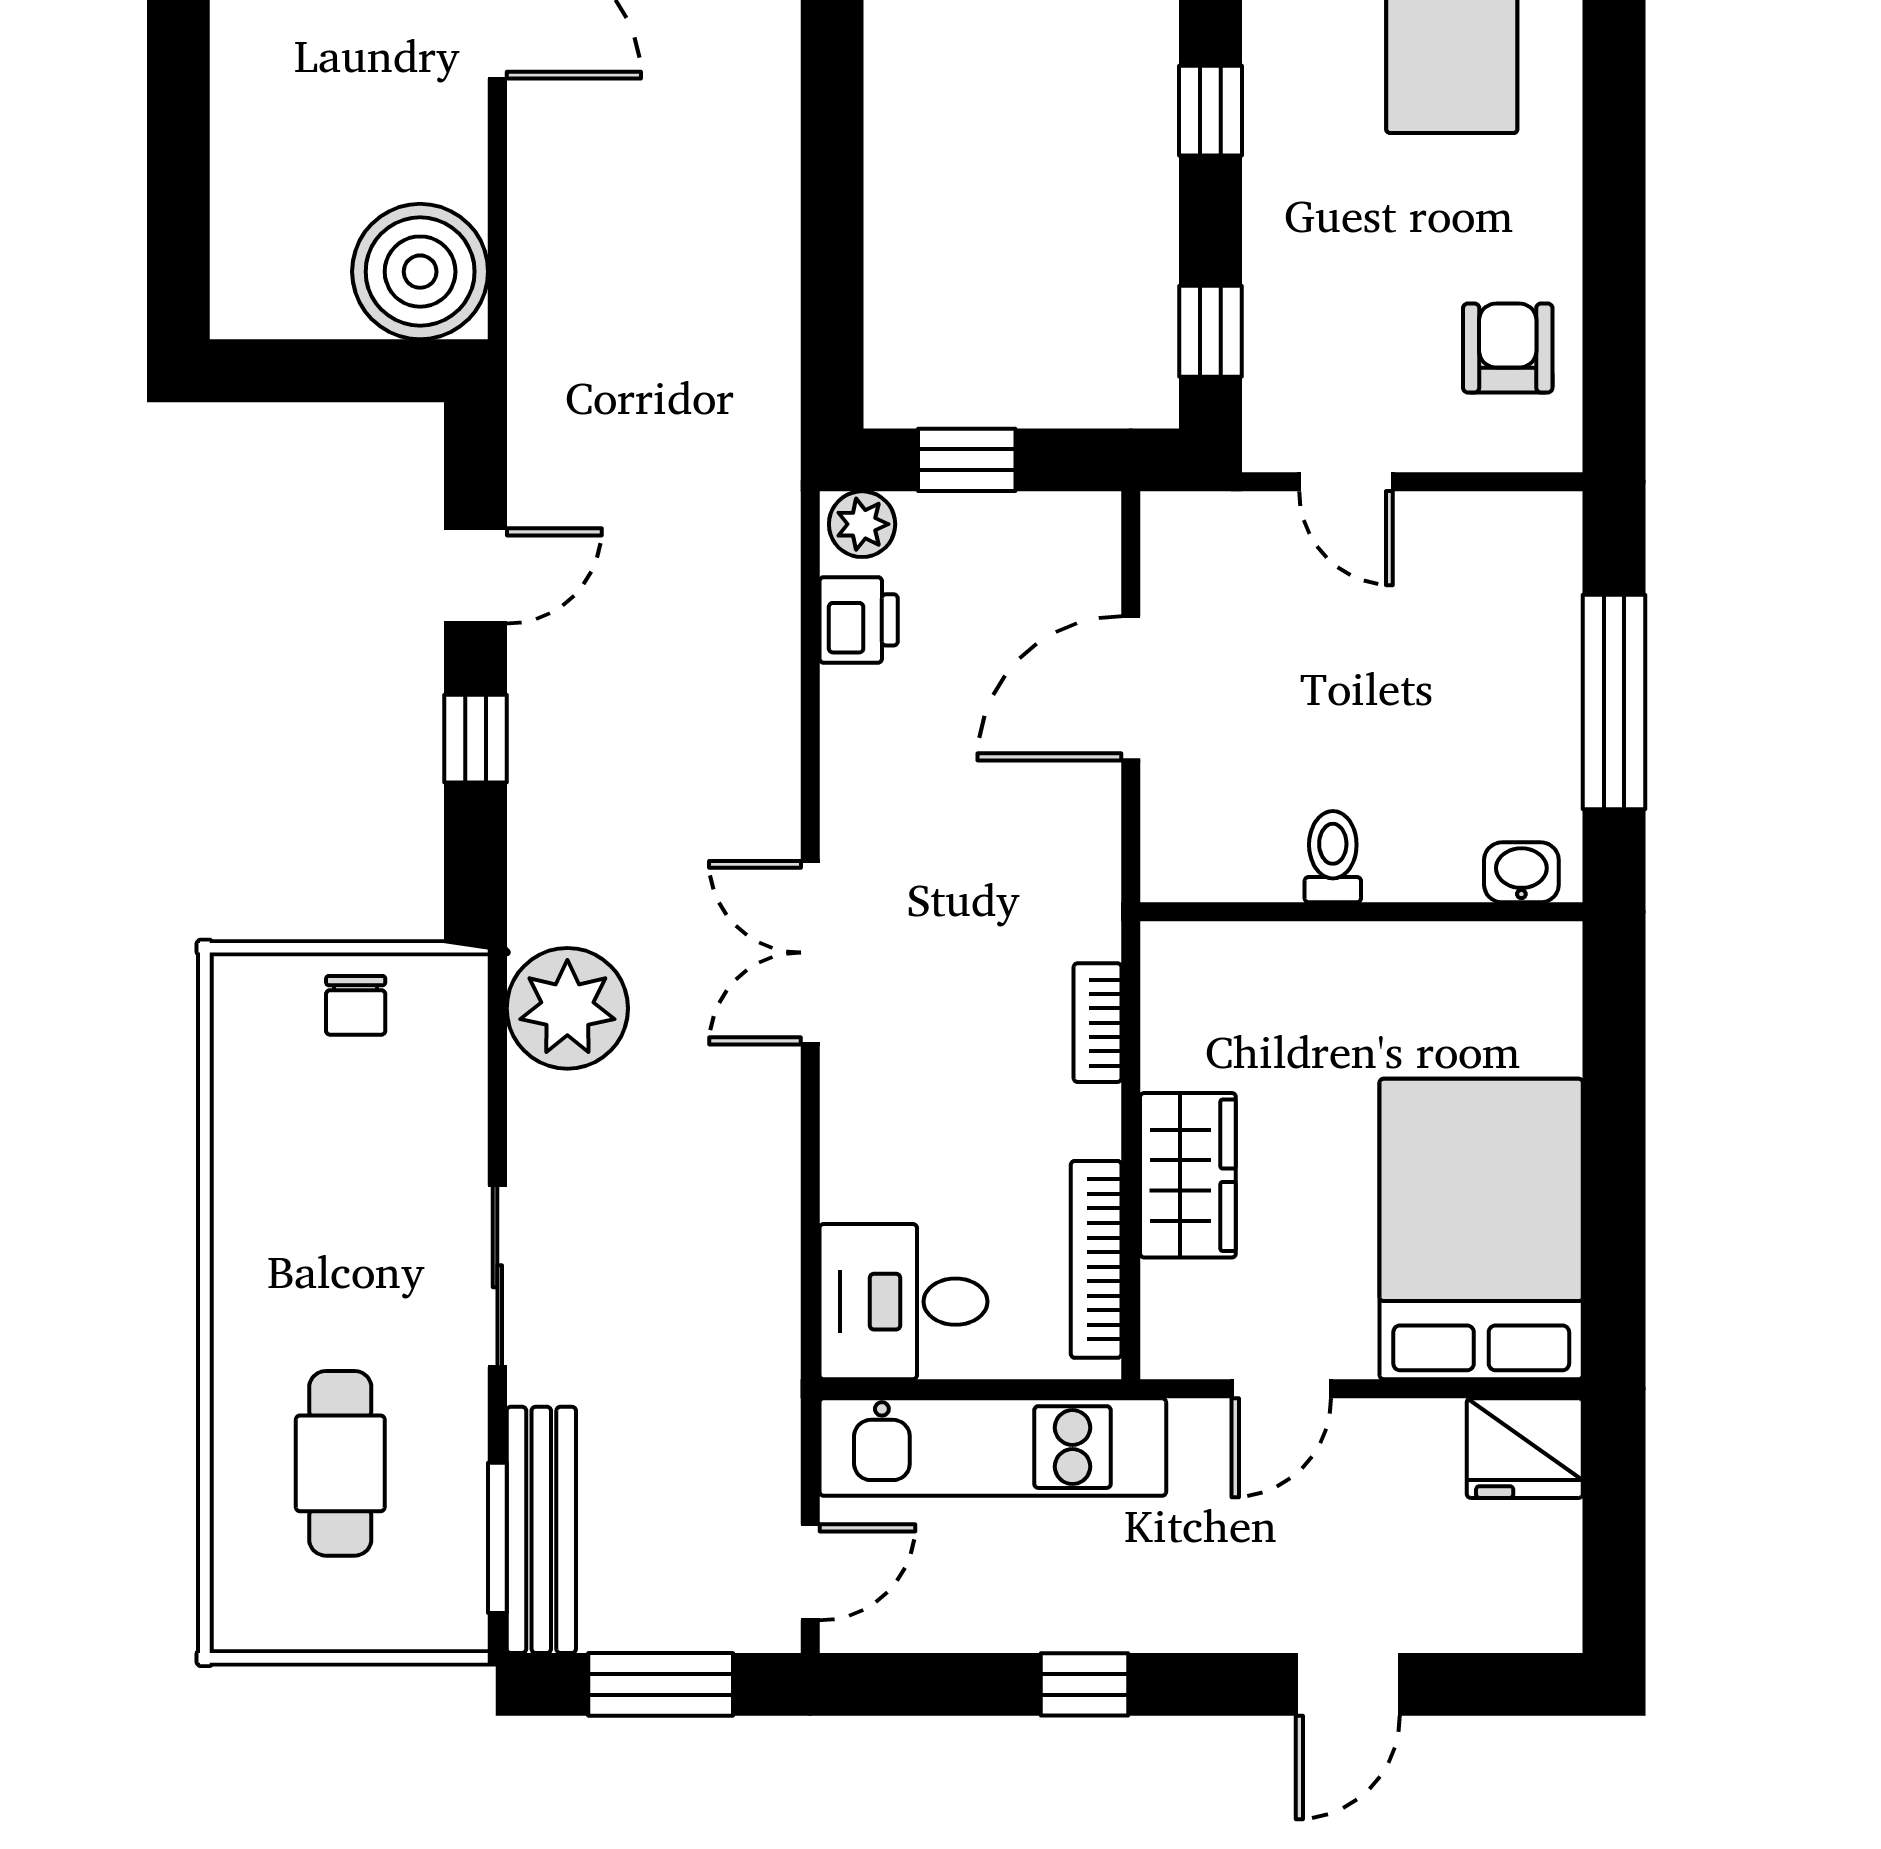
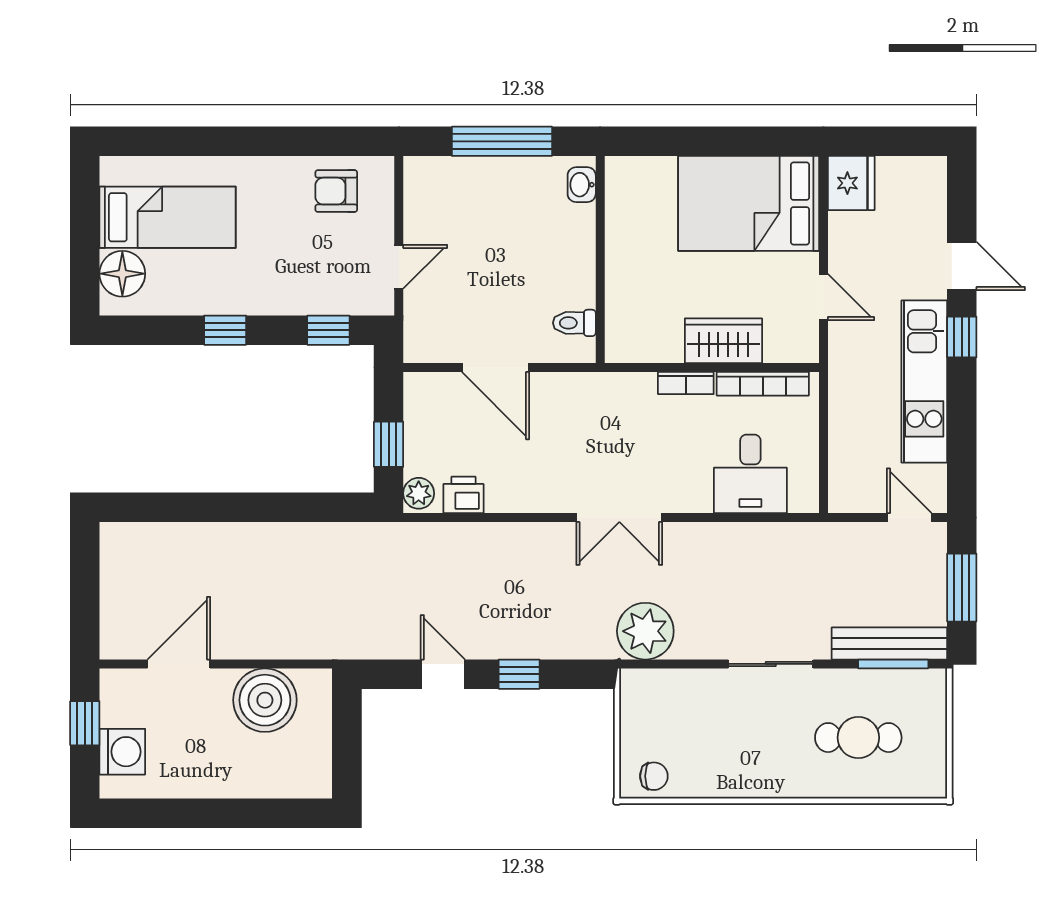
boiler: (420, 272) -> (265, 700), moved
toilet: (1333, 857) -> (574, 323), moved
chair: (356, 1005) -> (654, 776), moved
bookcase: (1098, 1023) -> (686, 383), moved
desk: (903, 1302) -> (750, 474), moved
kitchen unit: (993, 1447) -> (924, 382), moved, turned 180
window: (1084, 1684) -> (962, 337), moved

